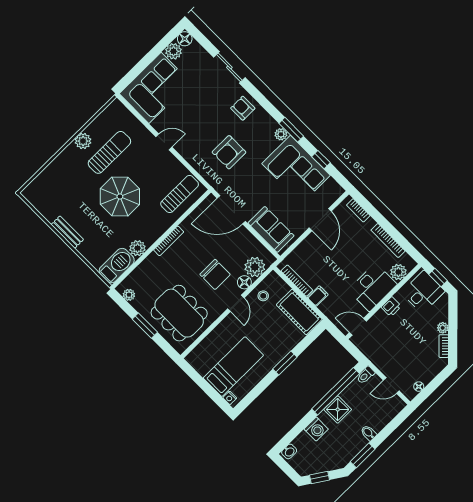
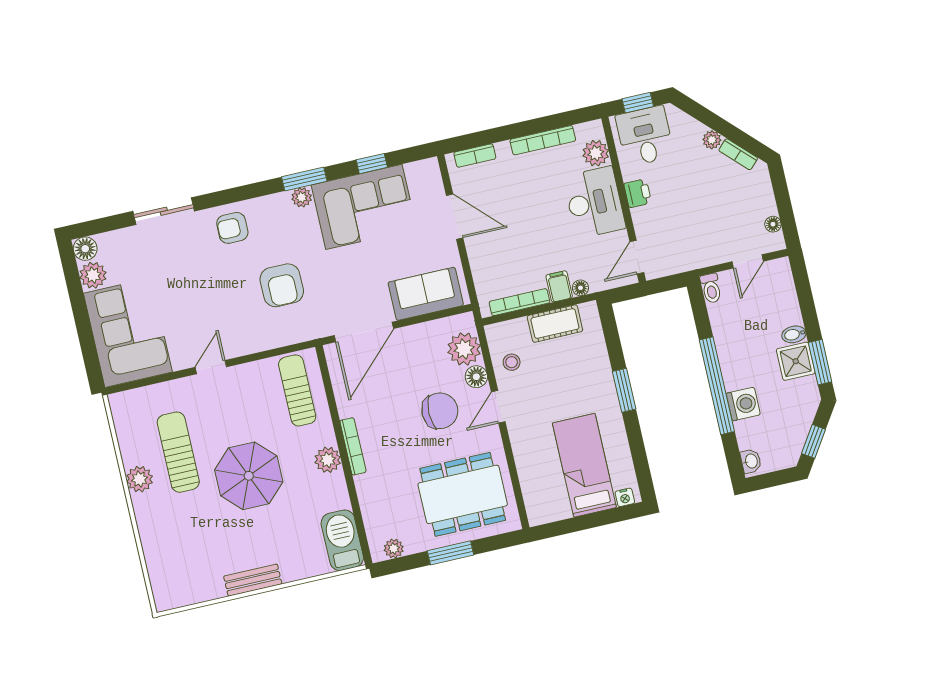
plant: (137, 248) -> (328, 460), moved
door: (236, 303) -> (498, 407), swing flipped
floor lamp: (324, 308) -> (580, 288), added
cot: (299, 312) -> (555, 324), width x0.73, depth x0.75
window: (336, 391) -> (717, 386), moved
shower: (338, 409) -> (796, 361), moved

